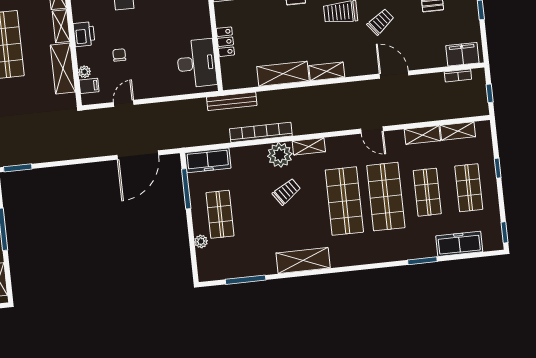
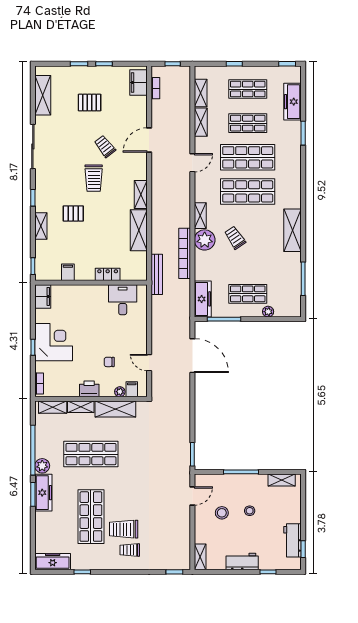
desk: (197, 63) -> (123, 300), width x0.73

